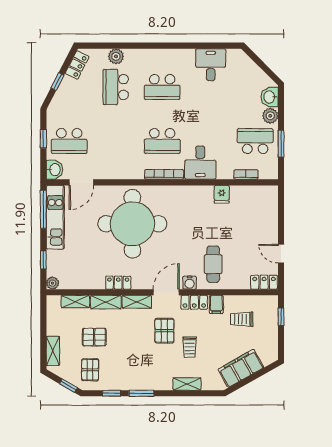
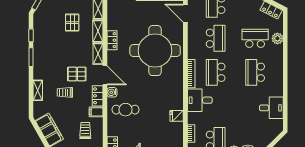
school desk: (116, 141) -> (216, 38), added
pallet: (90, 370) -> (48, 20), removed

